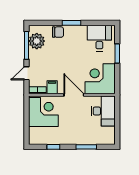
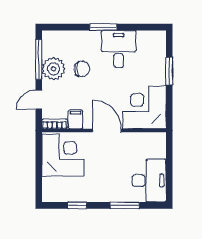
chair: (58, 32) -> (82, 69), moved
desk: (99, 38) -> (119, 49), moved
plant: (37, 41) -> (53, 69), moved
desk: (103, 111) -> (149, 181), moved

